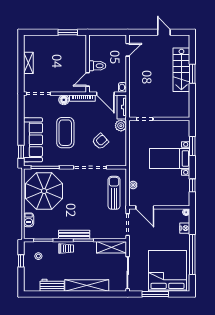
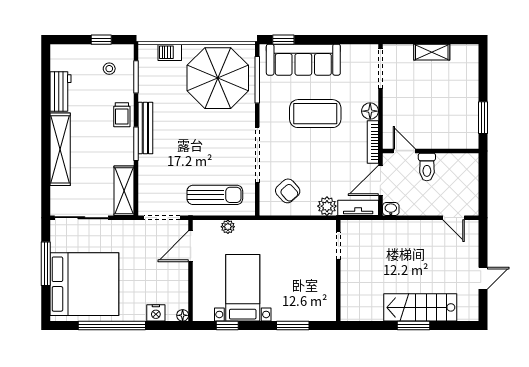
armchair: (100, 141) -> (288, 191), moved
bed with nightstands: (170, 158) -> (243, 288), moved

